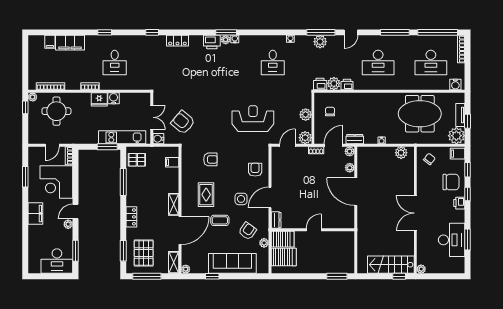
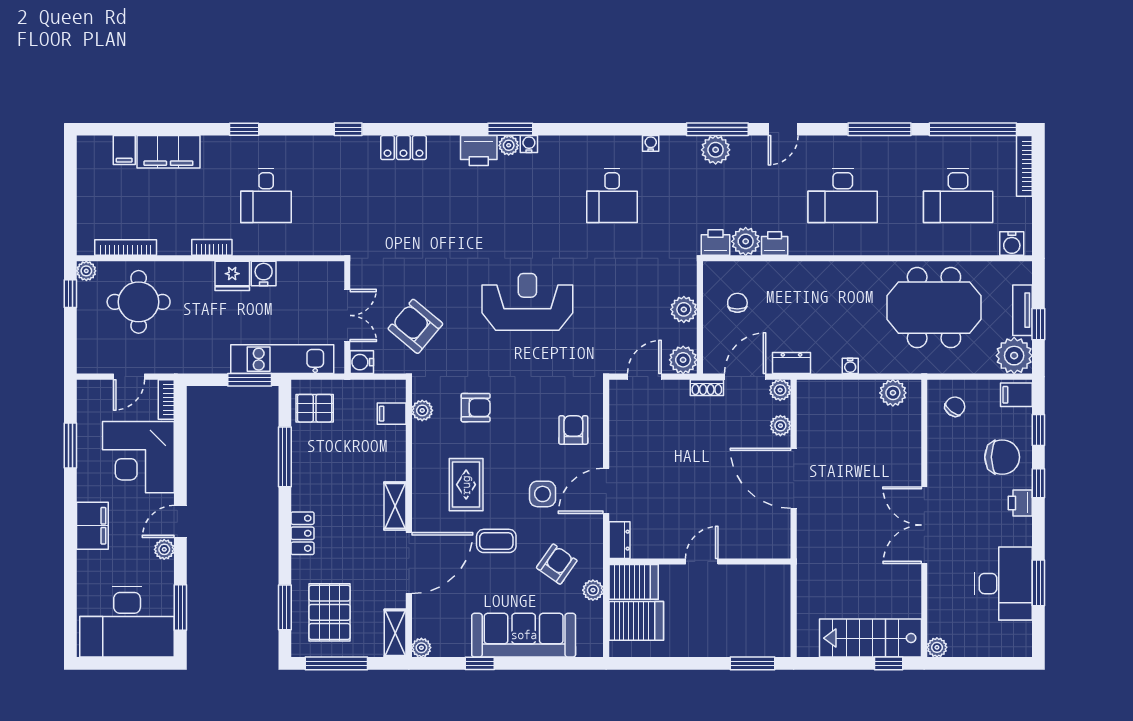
reception desk: (253, 119) -> (527, 302), moved
plant: (186, 161) -> (422, 410), added
desk: (57, 261) -> (127, 622), width x1.36, depth x1.30

